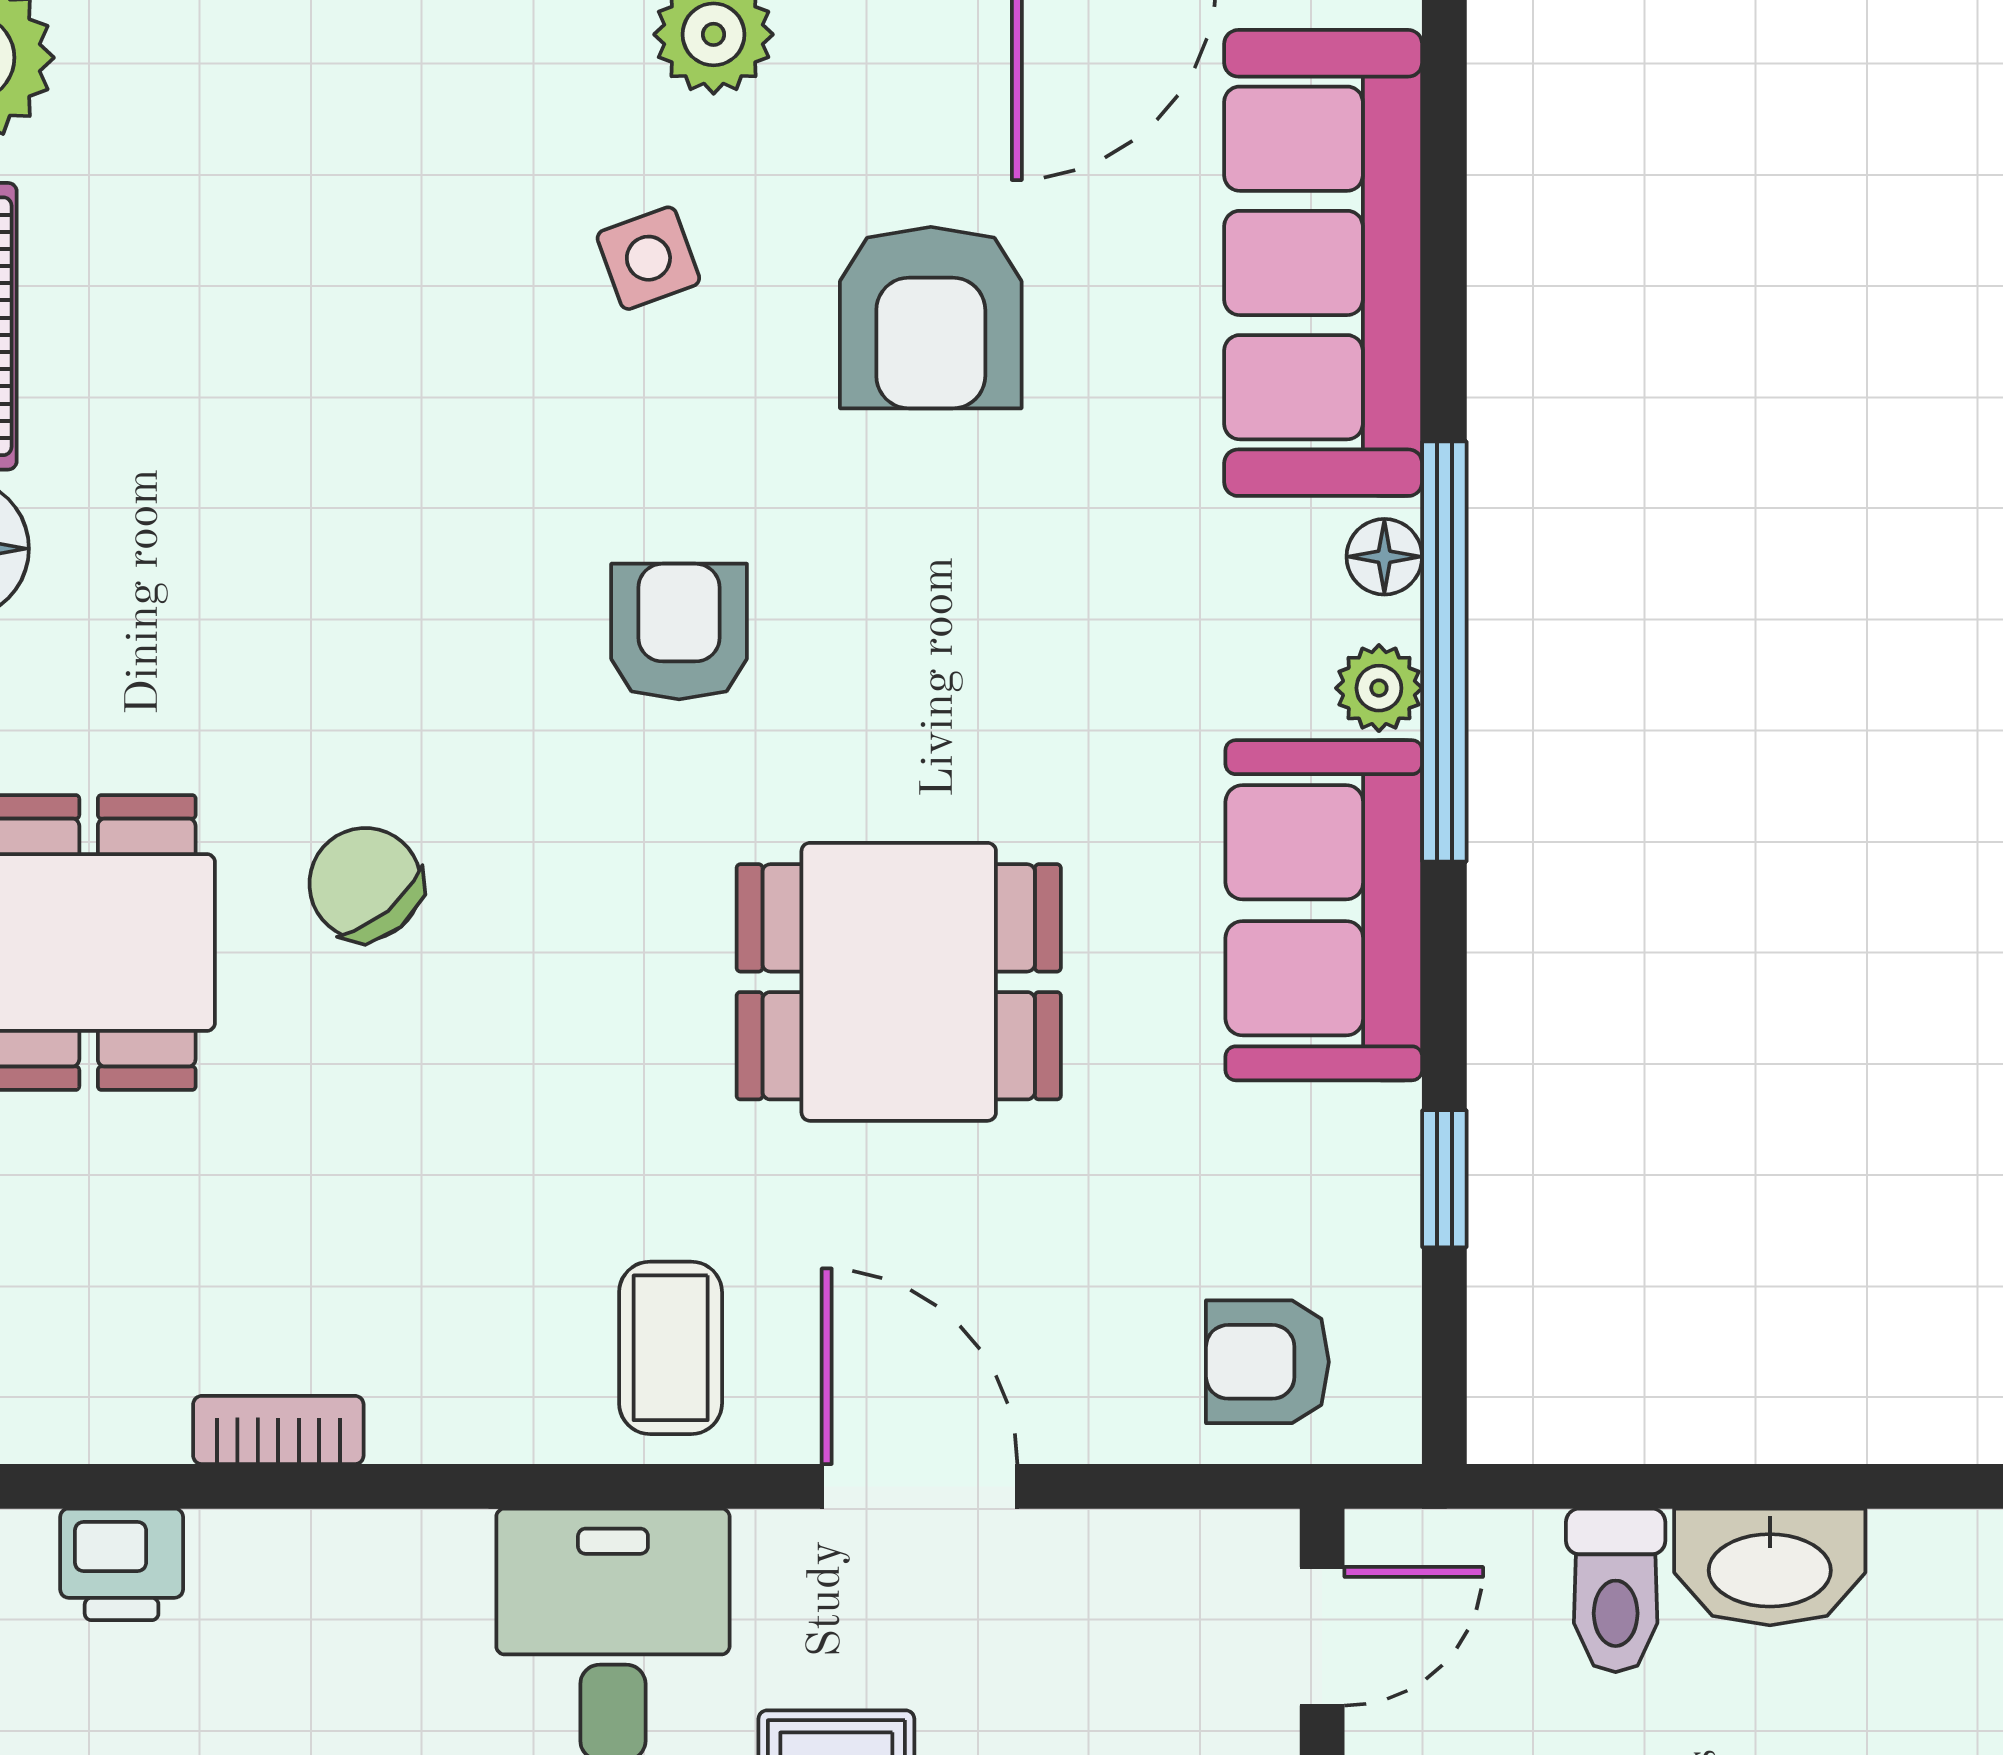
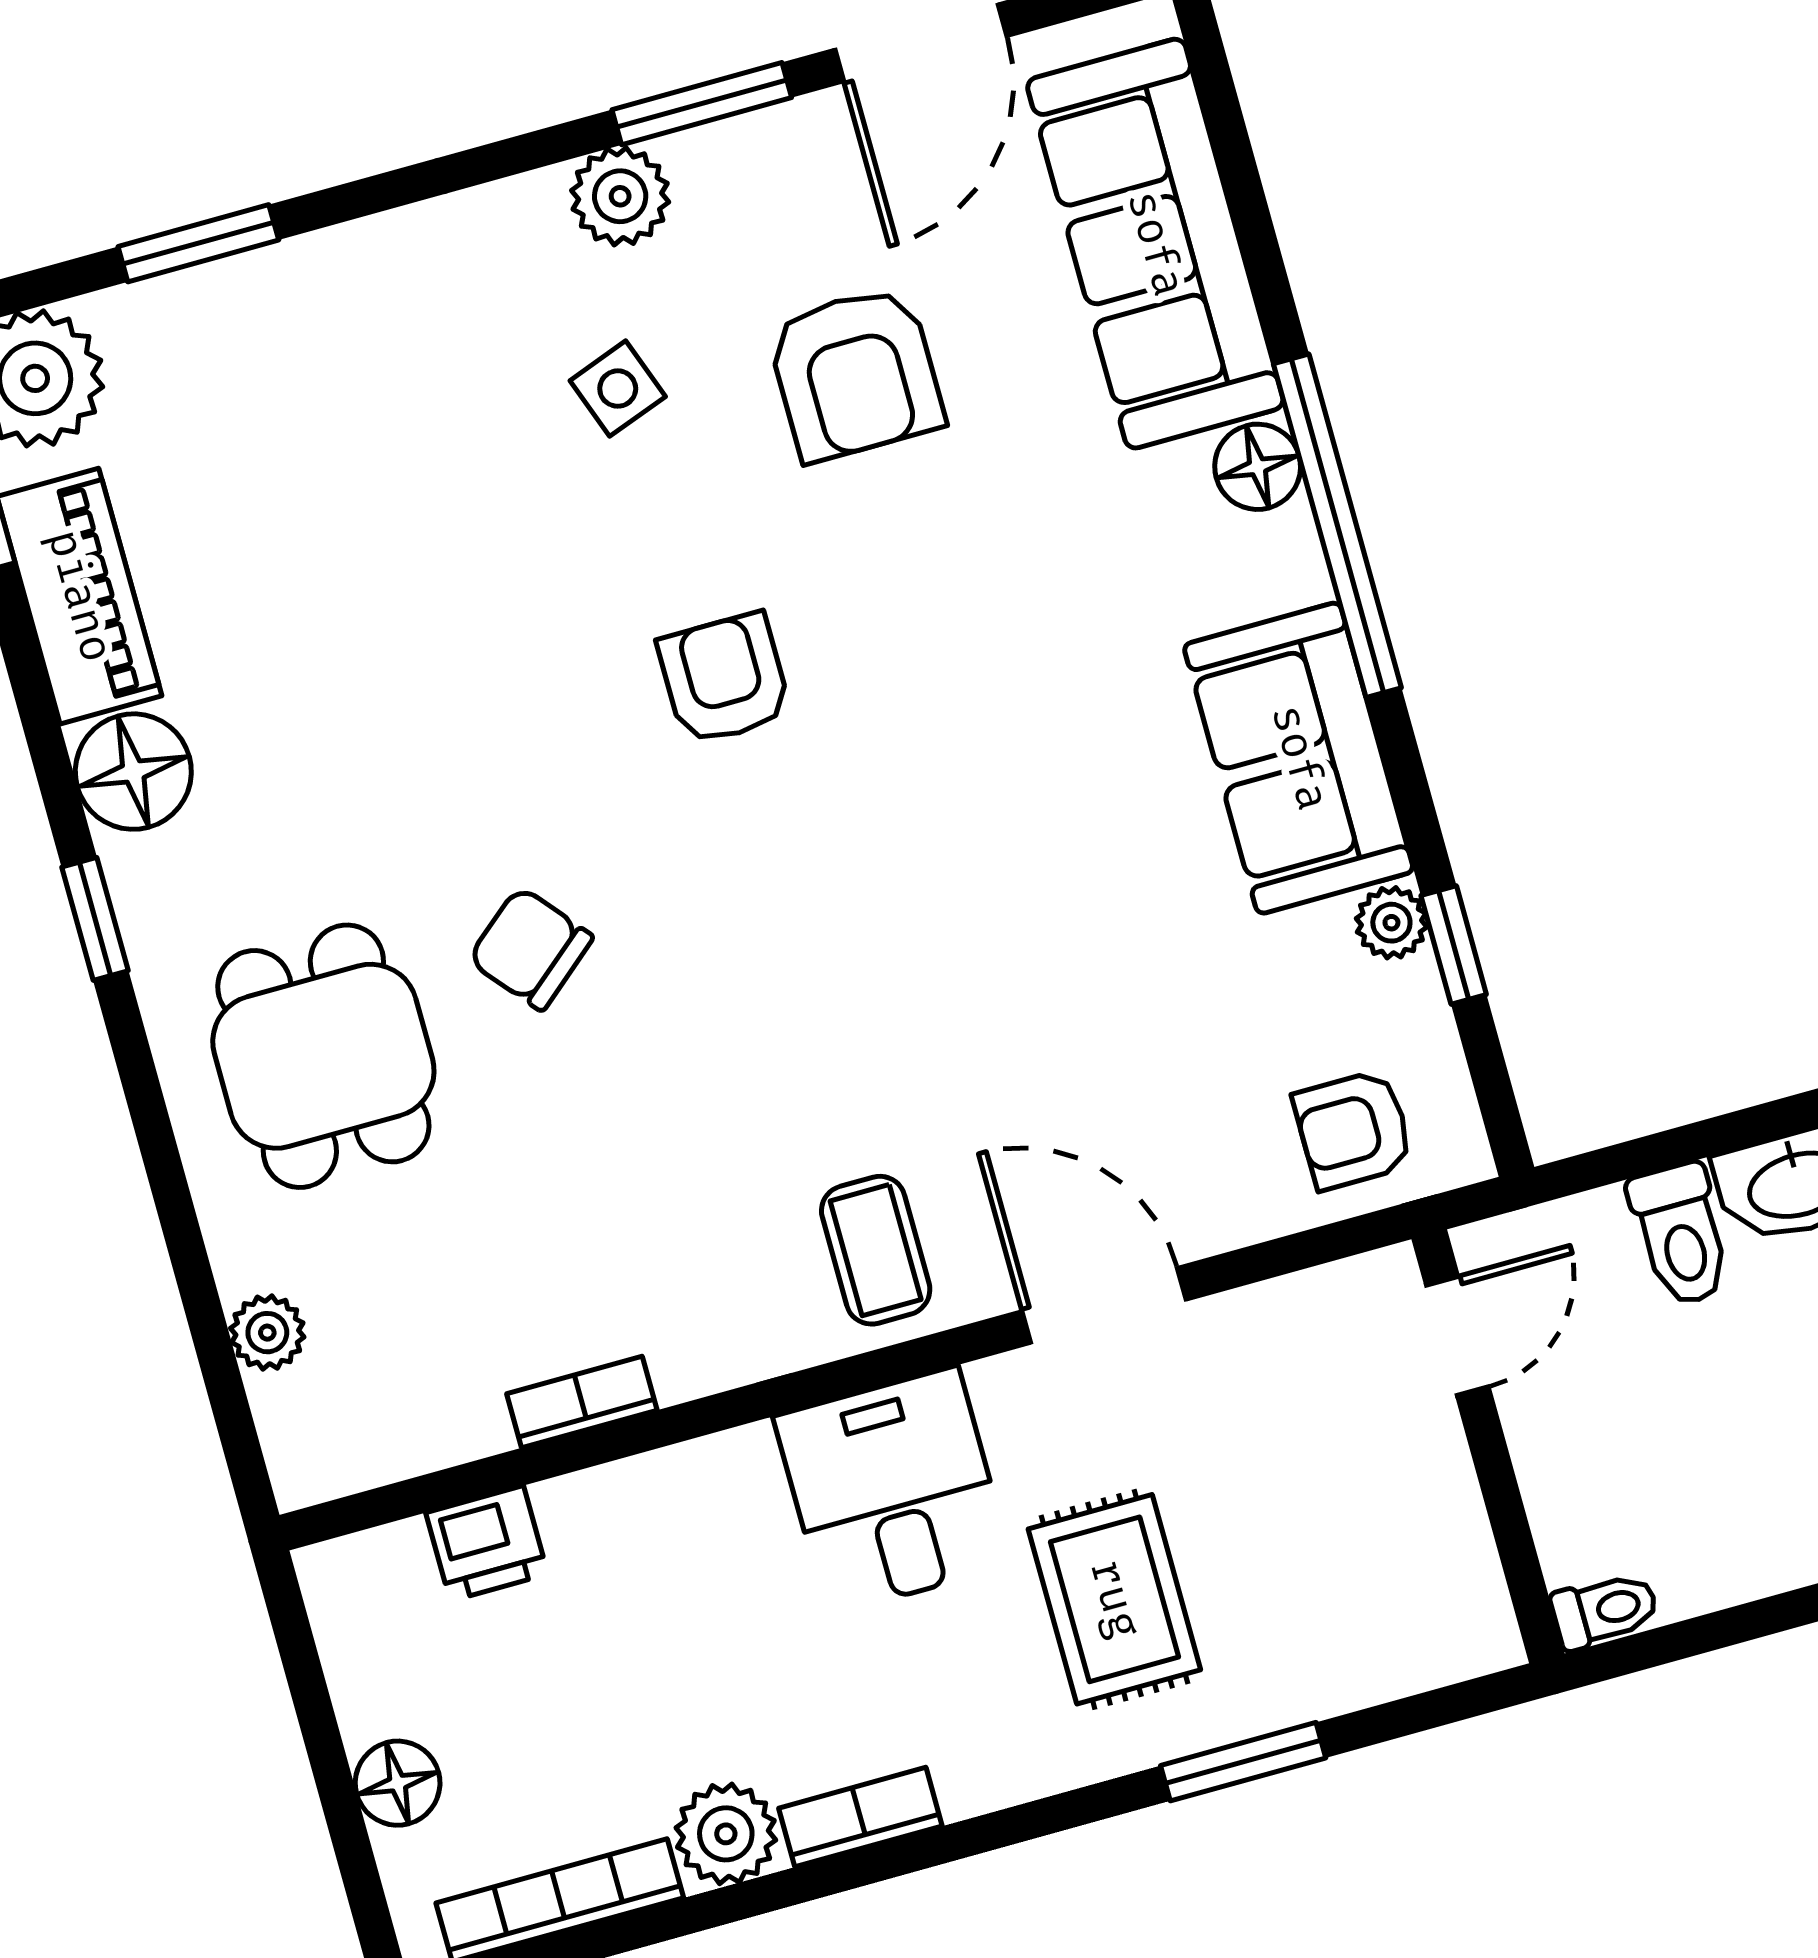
floor lamp: (1384, 557) -> (1258, 467), width x1.37, depth x1.37
plant: (1379, 688) -> (1391, 923), moved
dining table: (899, 982) -> (976, 909), removed

